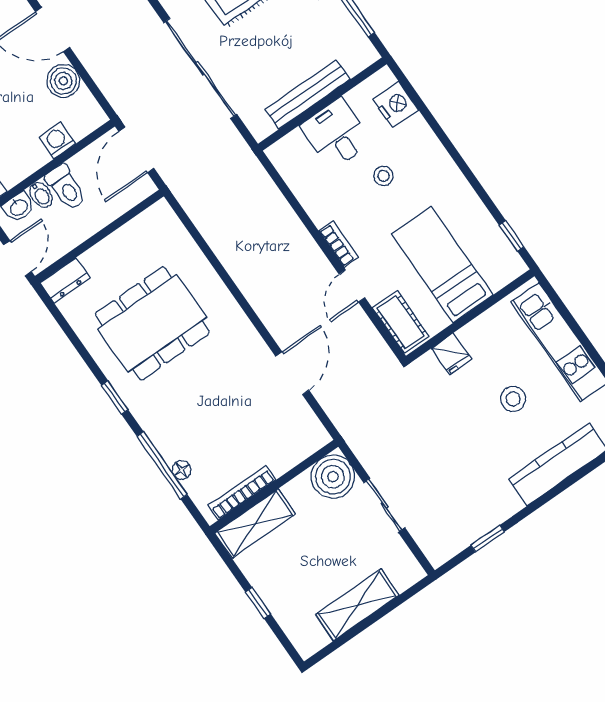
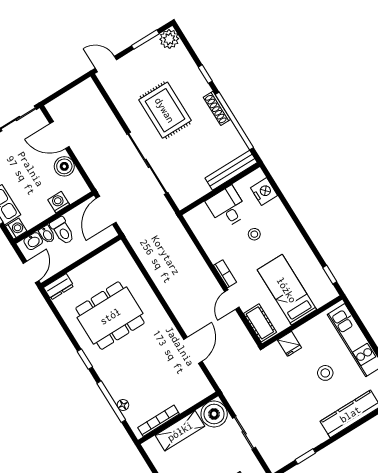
bench: (308, 94) -> (231, 170), moved
shelving: (255, 524) -> (180, 431), moved

